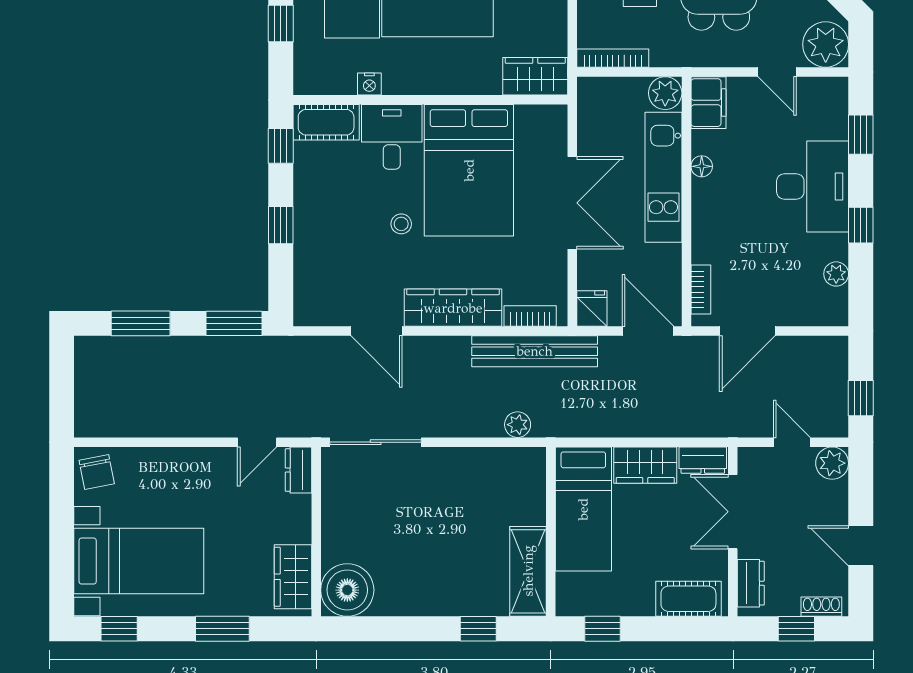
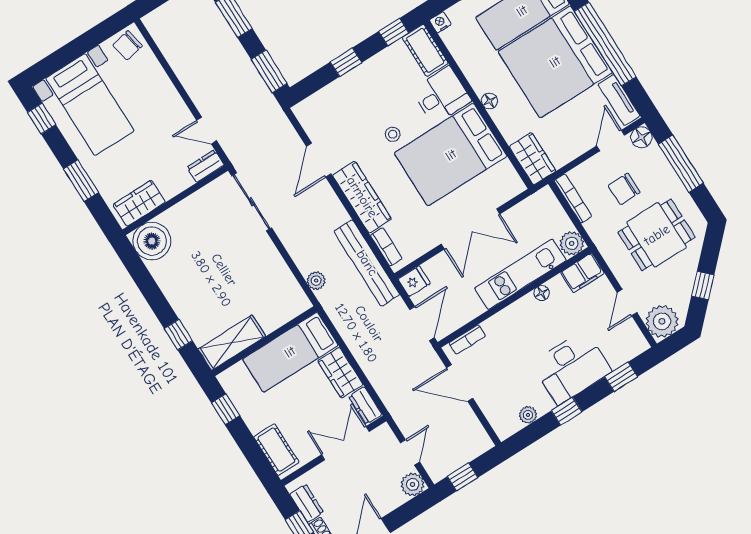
nightstand: (369, 84) -> (440, 22), moved, turned 90
floor lamp: (434, 84) -> (489, 101), added
dresser: (751, 583) -> (307, 503), moved, turned -90

